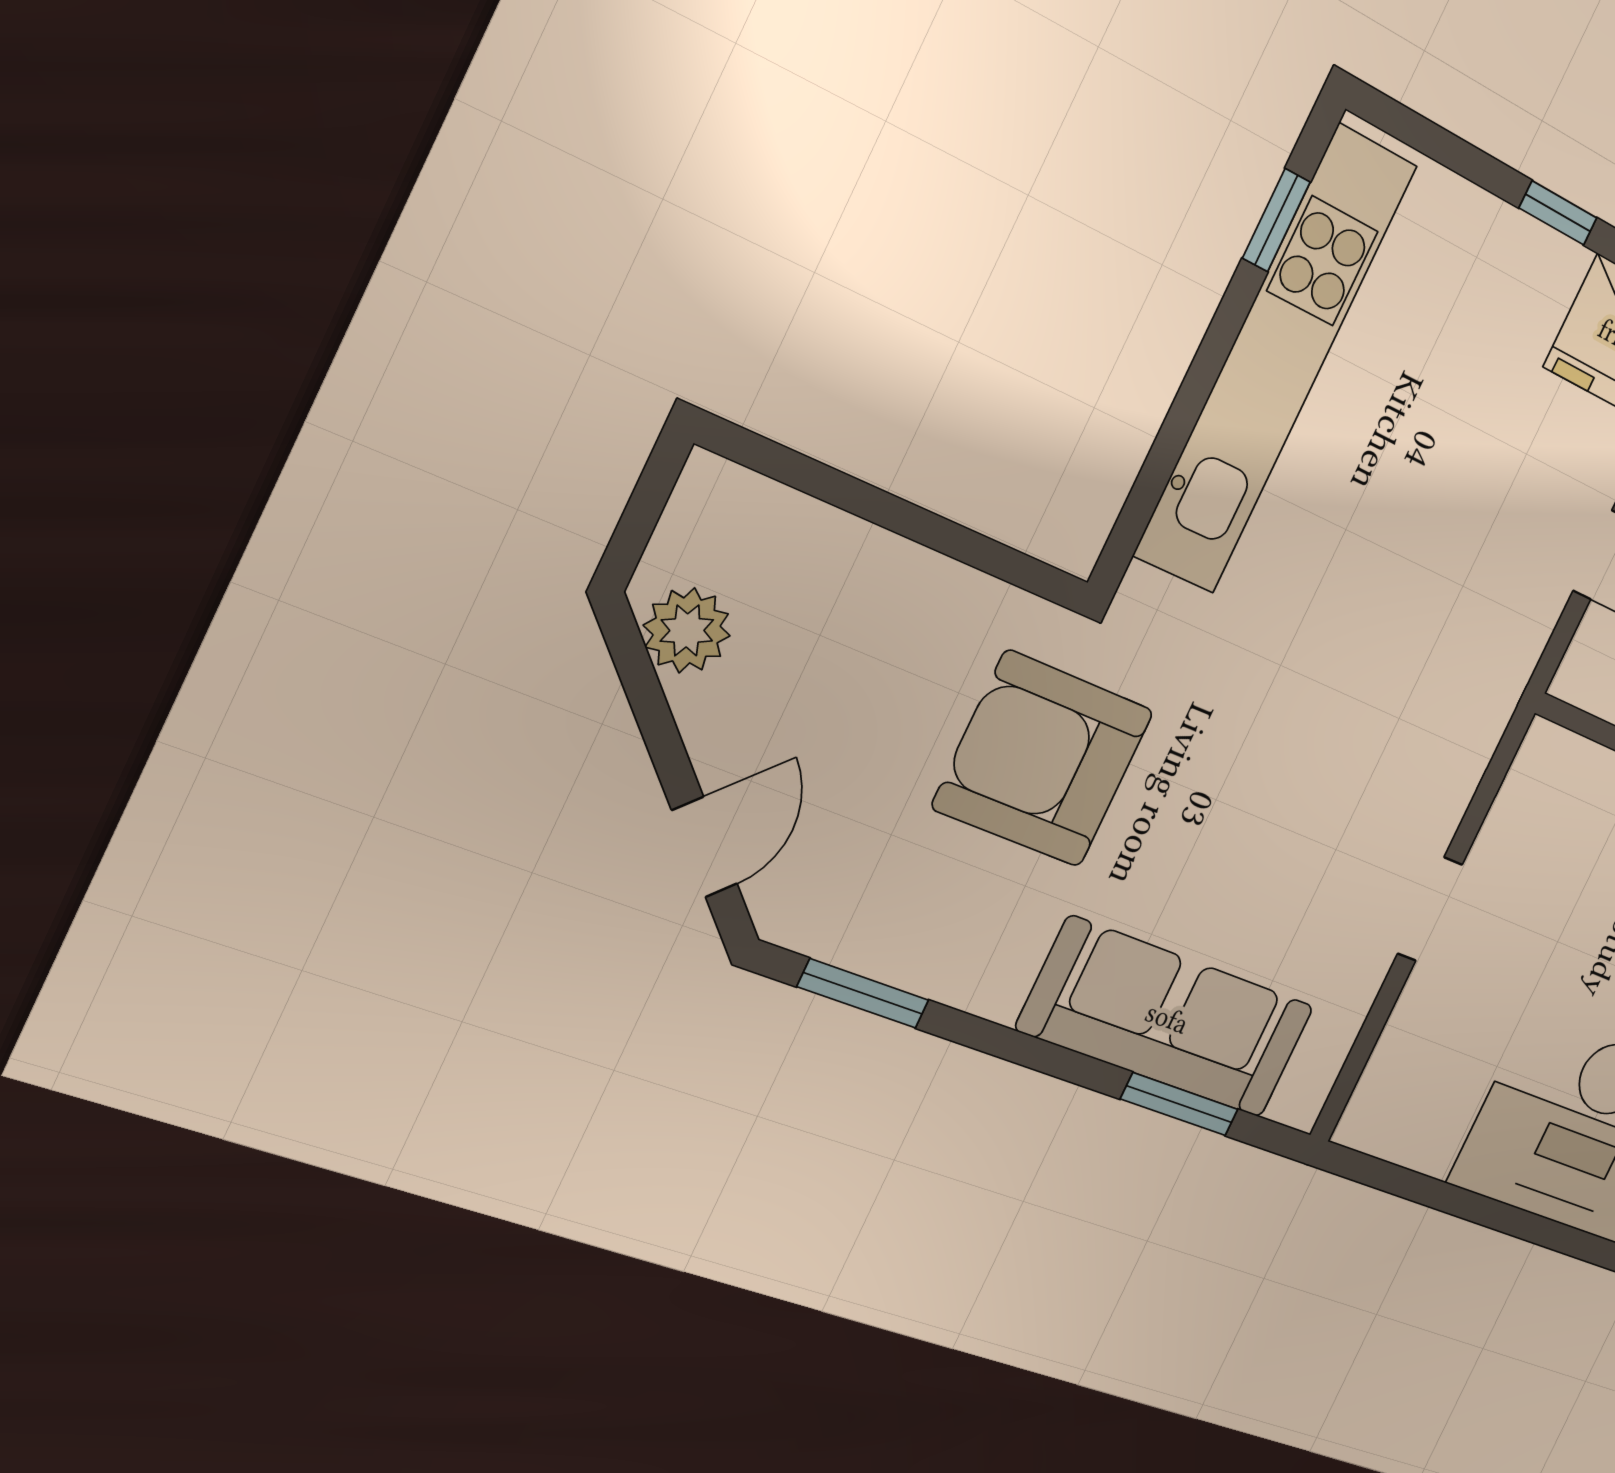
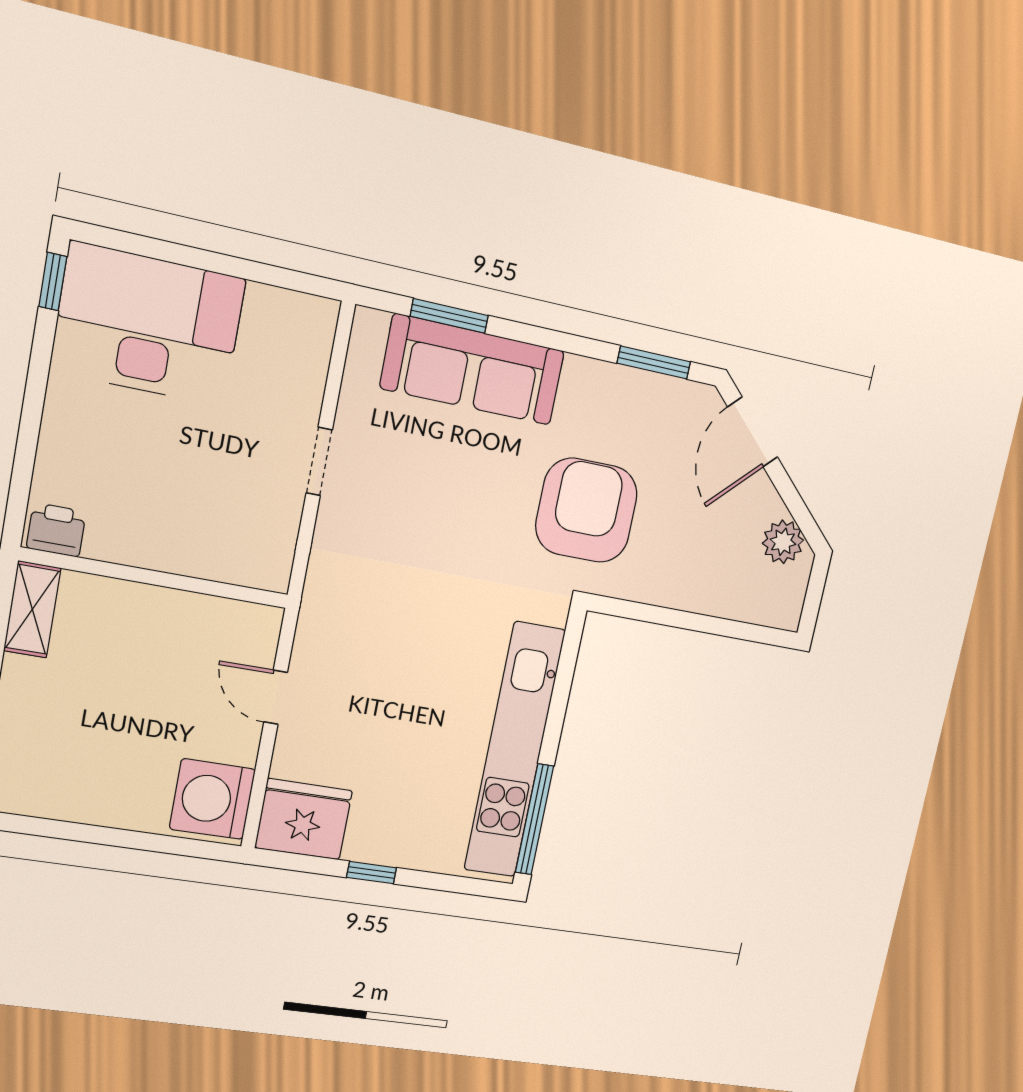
window: (1276, 220) -> (534, 819), width x2.17
armchair: (1043, 759) -> (586, 510), turned -90
door: (704, 847) -> (753, 432), width x1.38

